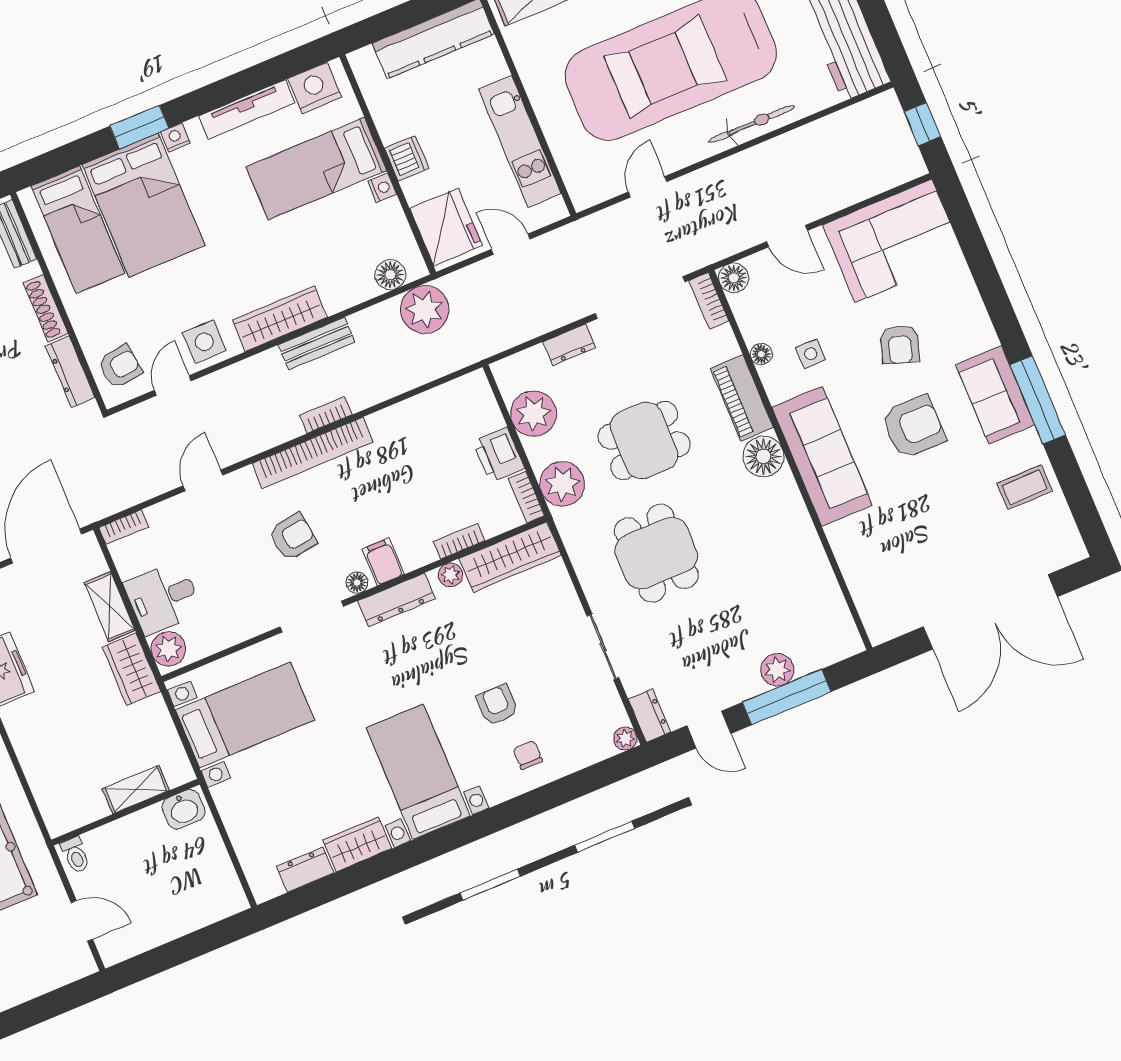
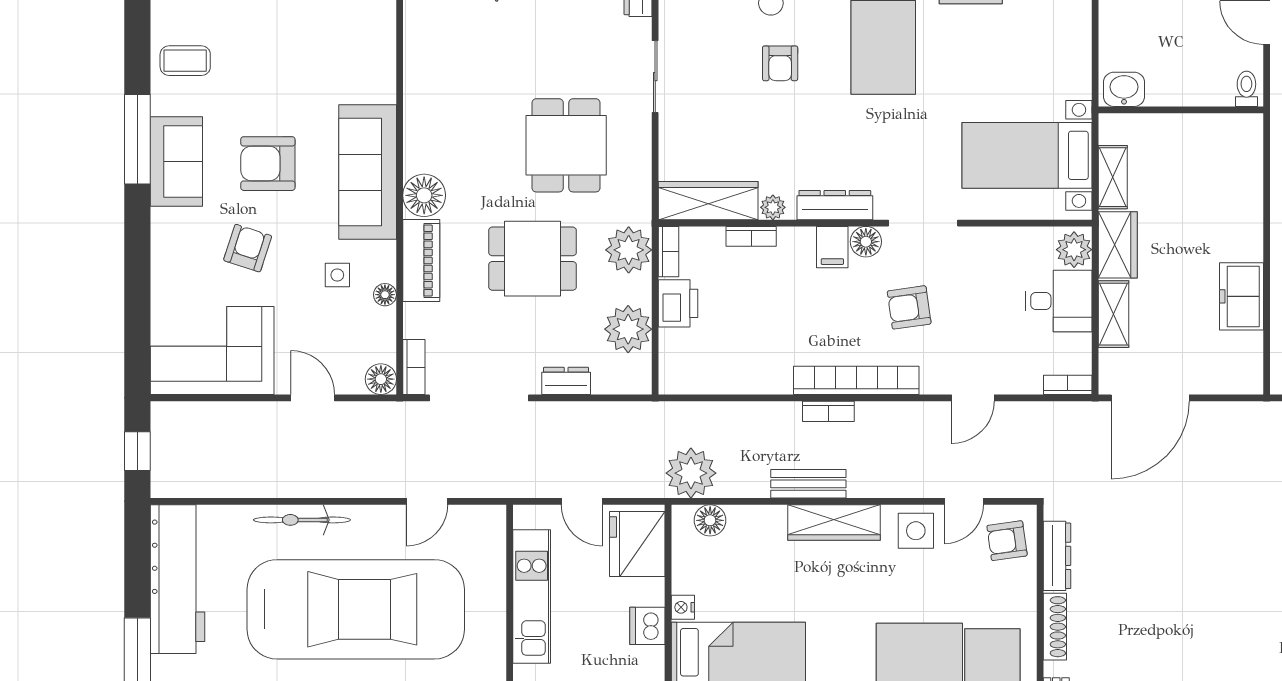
floor lamp: (357, 583) -> (866, 242), width x1.37, depth x1.37
shelving: (136, 790) -> (1113, 177), moved, turned 90

